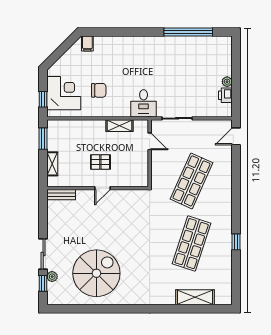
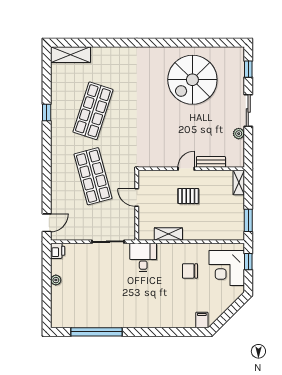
printer: (225, 95) -> (58, 251), moved
door: (150, 141) -> (137, 198), moved
shelving: (52, 164) -> (239, 182), moved
shop shelf: (192, 181) -> (93, 176), turned -39
bench: (61, 195) -> (211, 162), moved
sliding door: (43, 254) -> (248, 111), moved
plant: (52, 277) -> (239, 134), moved
shelving: (195, 297) -> (71, 55), moved

